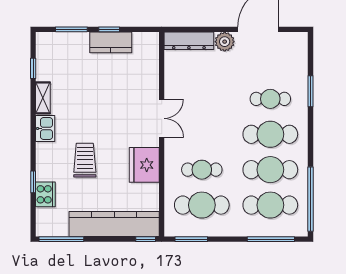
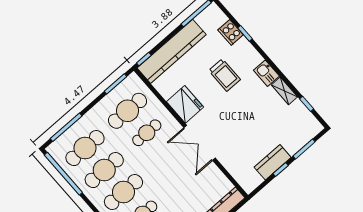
double door: (162, 118) -> (200, 143), width x1.37

